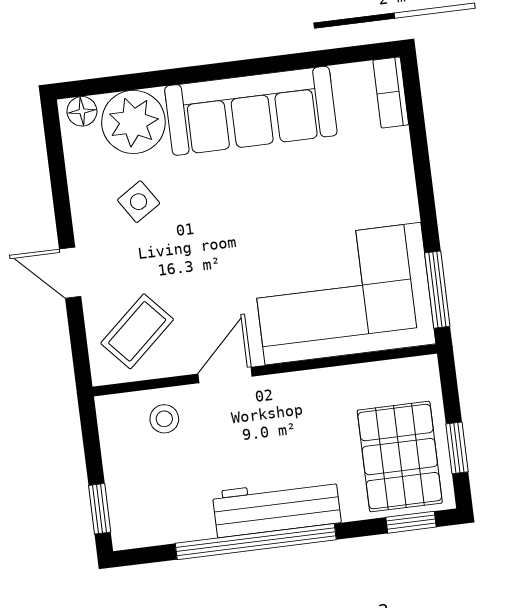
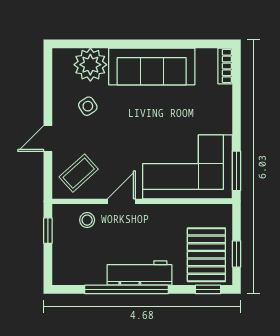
floor lamp: (82, 111) -> (64, 56), removed
door: (70, 273) -> (48, 138), hinge flipped
window: (100, 509) -> (48, 231), moved

